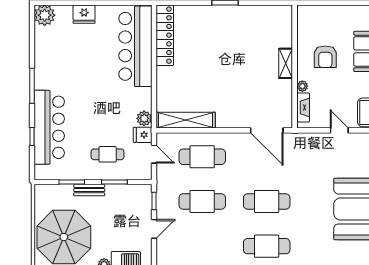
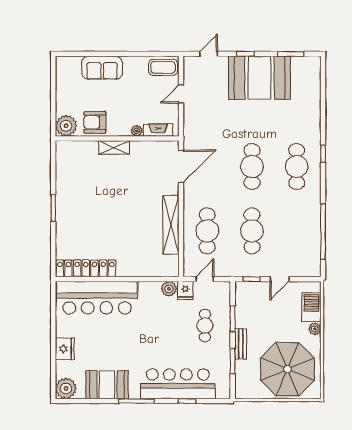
plant: (307, 15) -> (66, 126), added
booth: (48, 56) -> (107, 385), added
armchair: (325, 57) -> (95, 122), moved, turned 180
shelving: (186, 120) -> (171, 225), moved
door: (154, 229) -> (279, 279), swing flipped

